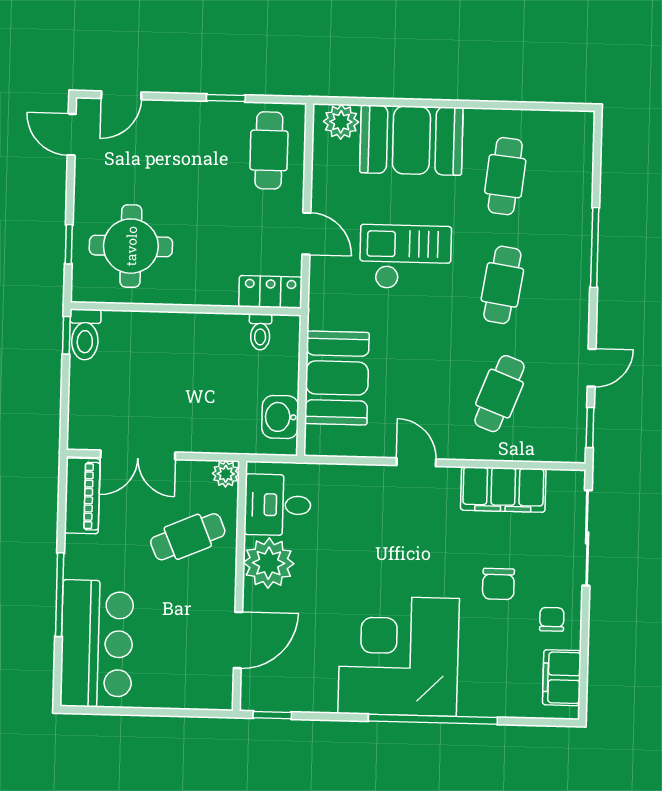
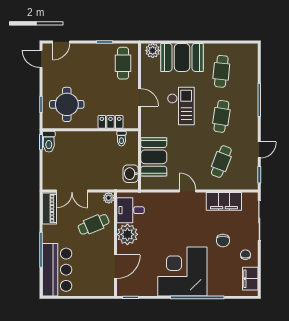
checkout: (405, 257) -> (181, 106), turned 90
locker: (270, 292) -> (111, 122), moved

